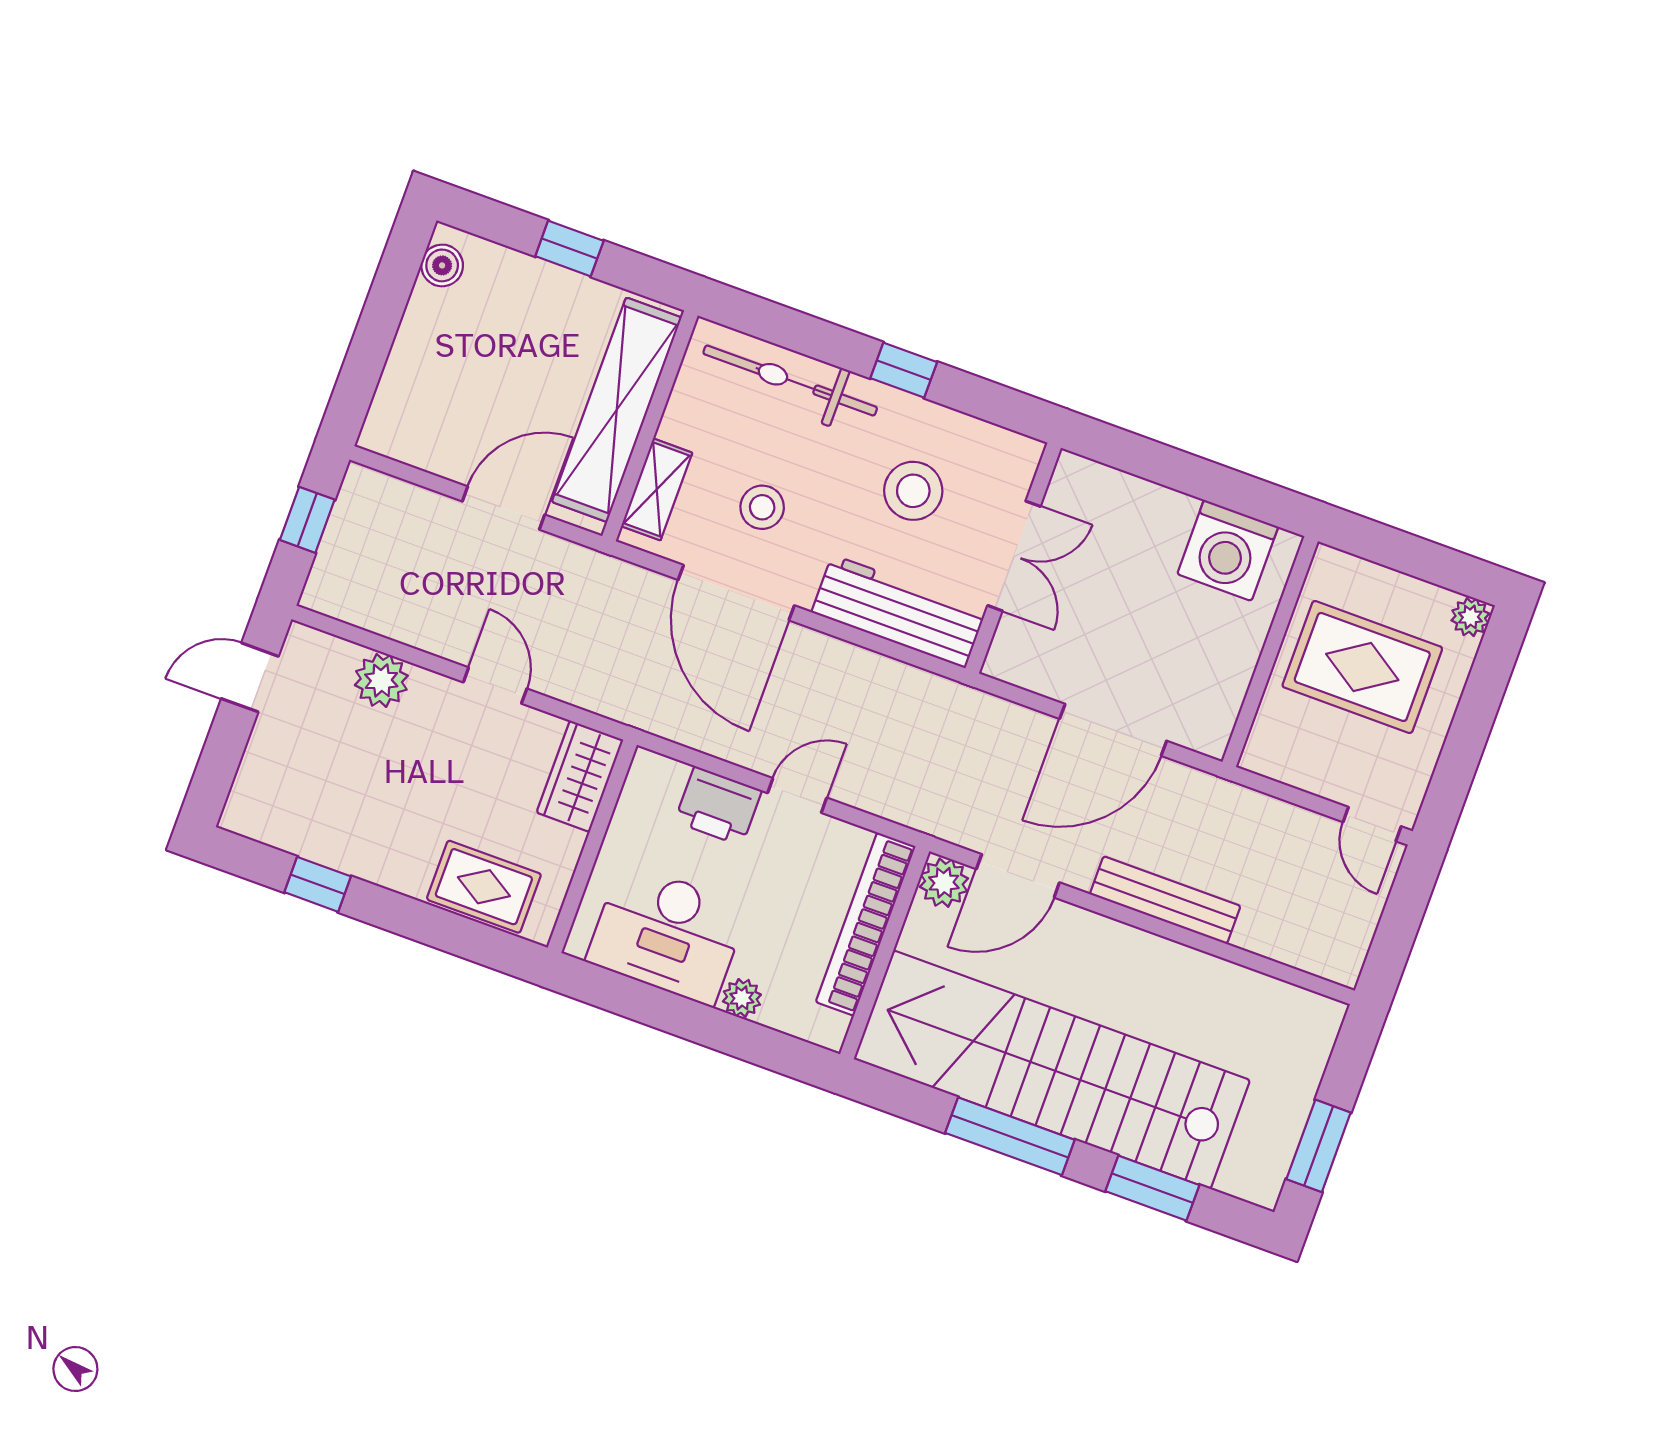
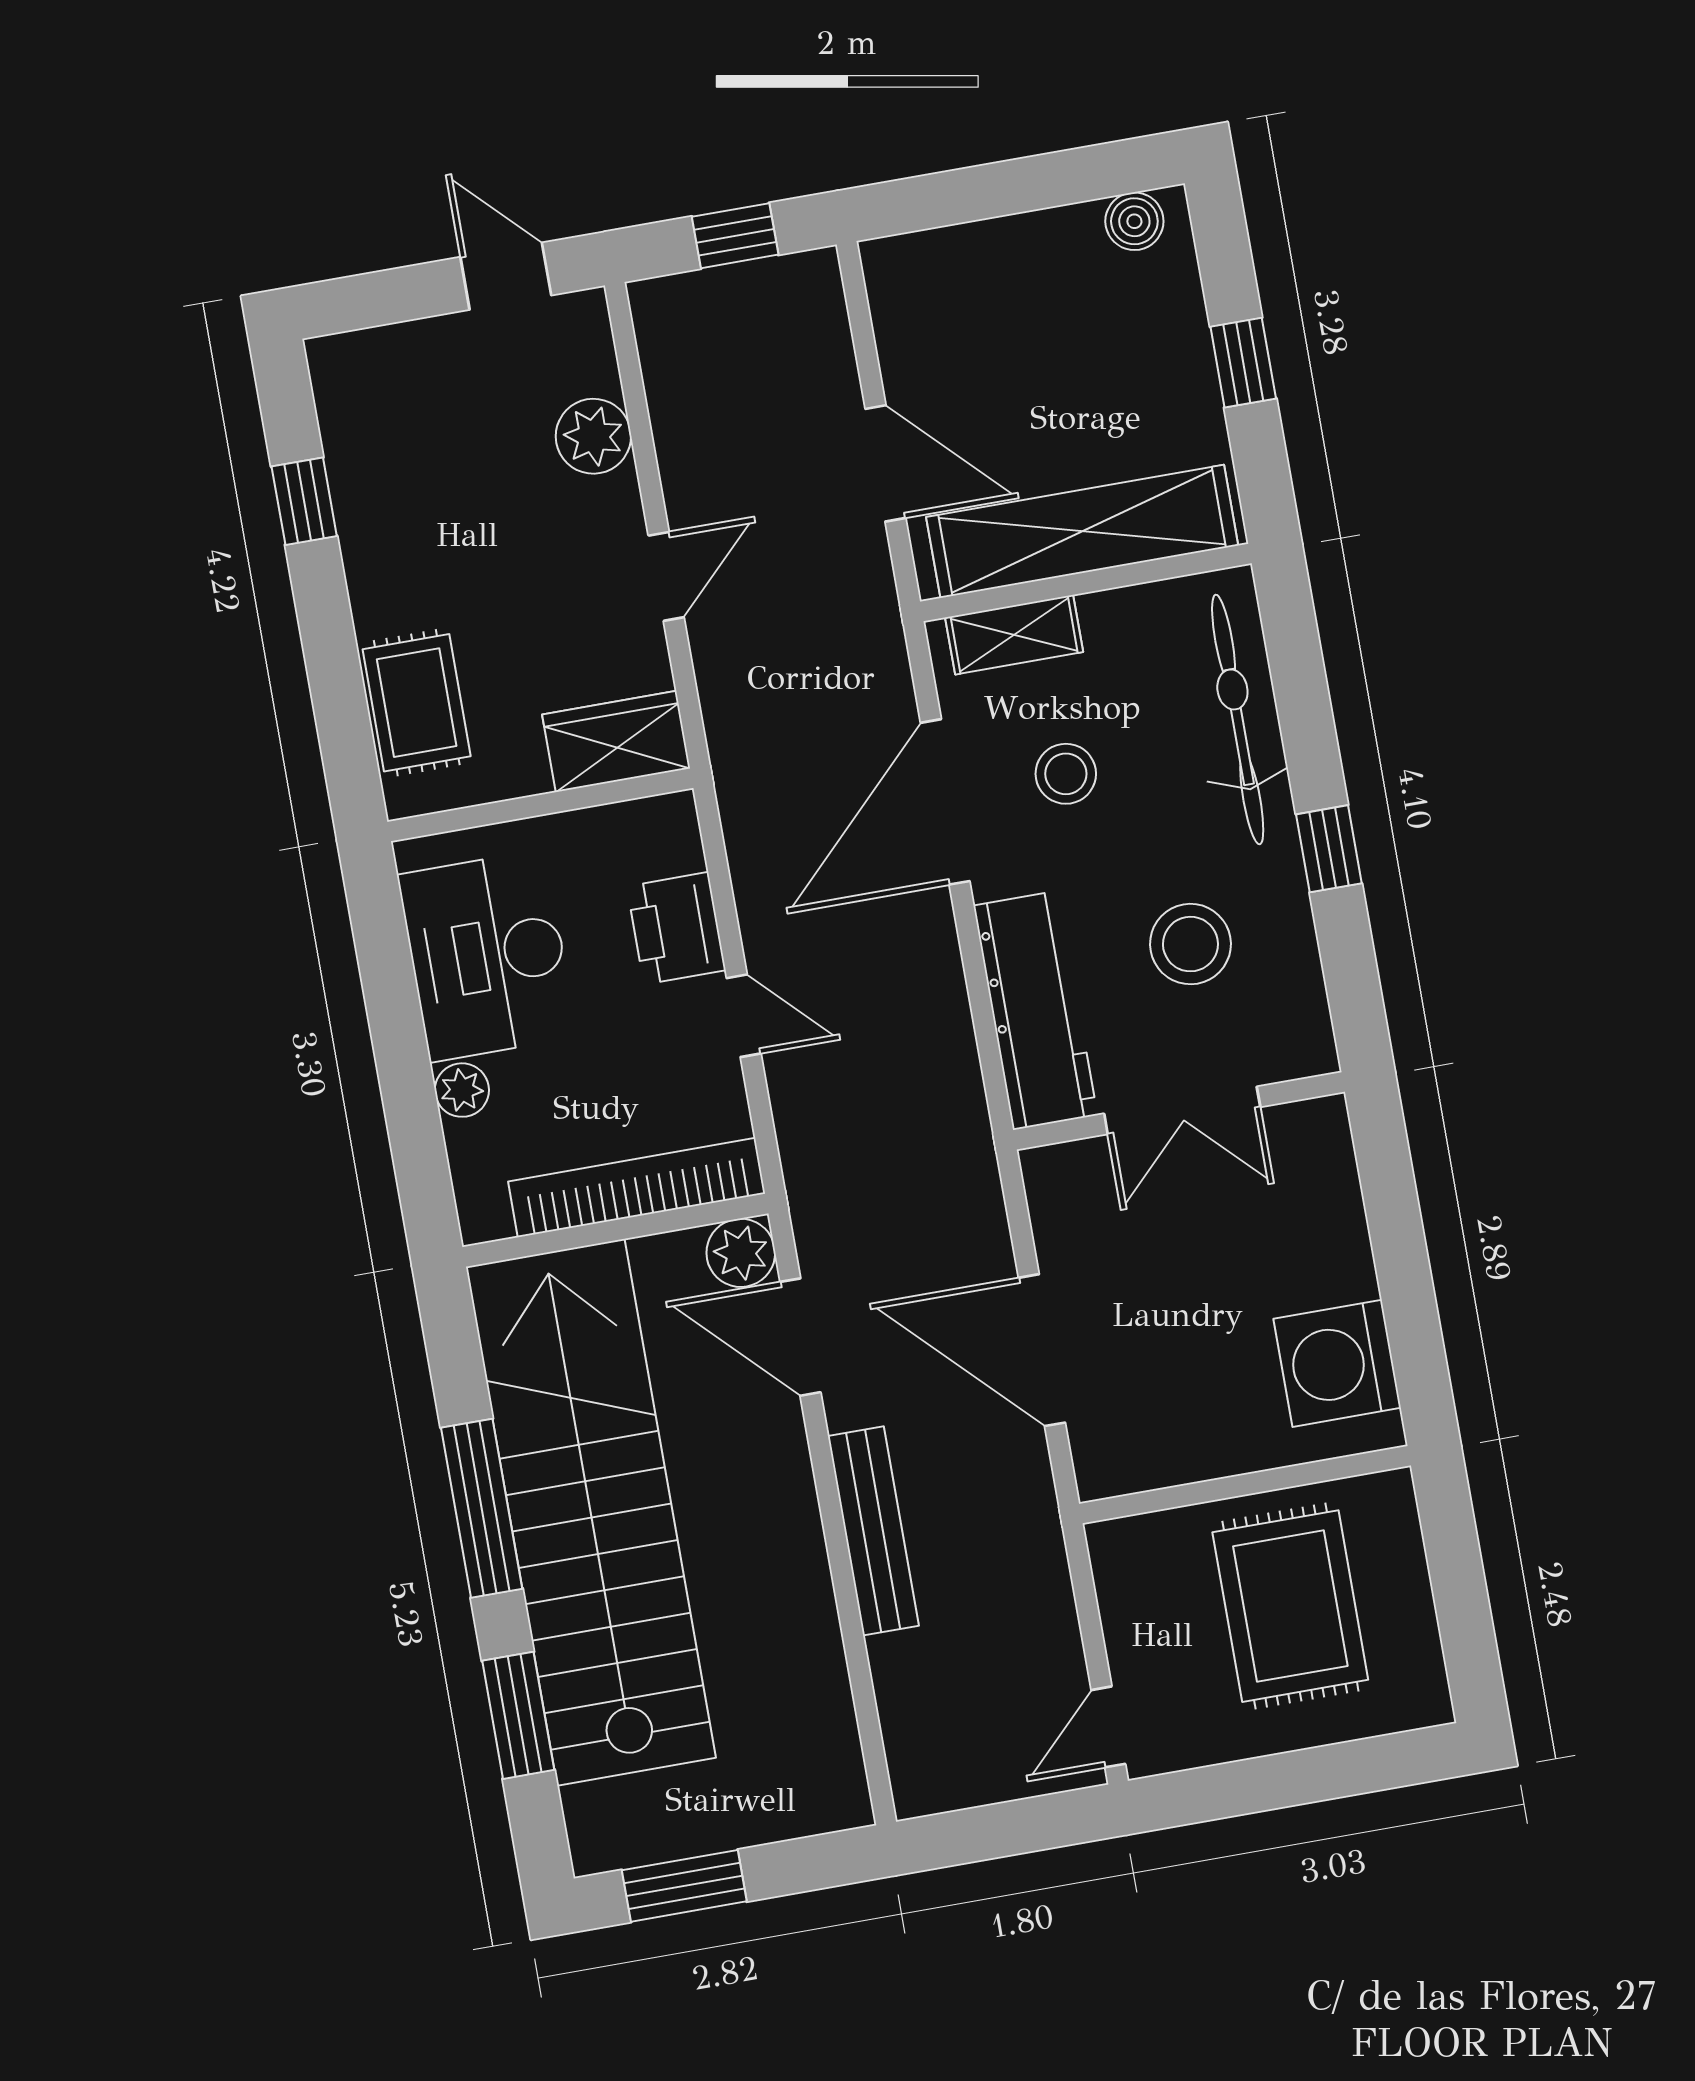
plant: (1470, 617) -> (1425, 1701), removed

